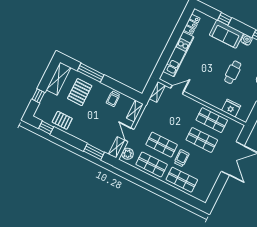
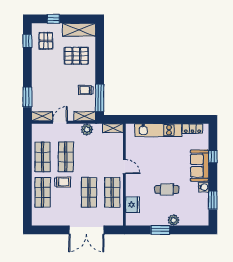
window: (91, 73) -> (100, 98), moved
door: (177, 90) -> (124, 167), moved
pallet: (62, 120) -> (46, 41), moved
plant: (128, 154) -> (87, 129), moved

